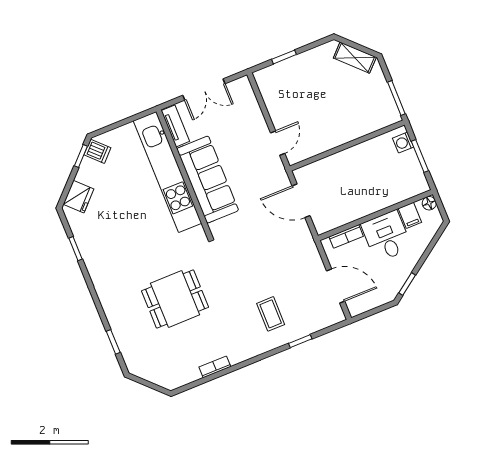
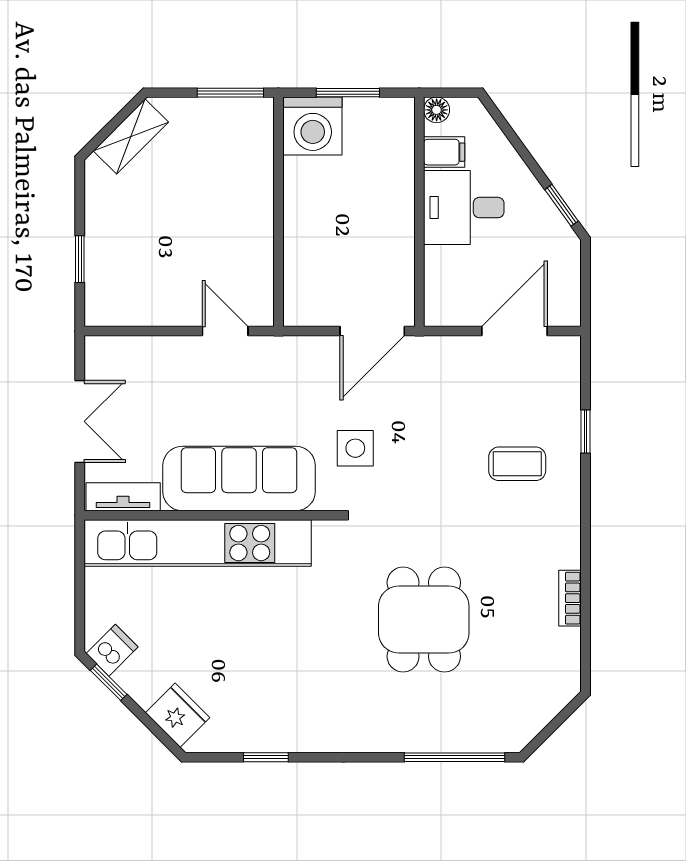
washing machine: (403, 143) -> (313, 126), width x1.89, depth x1.89
door: (301, 201) -> (372, 331), moved
side table: (246, 231) -> (355, 448), added
bookcase: (346, 236) -> (436, 278), removed
window: (113, 342) -> (455, 757), width x2.17

